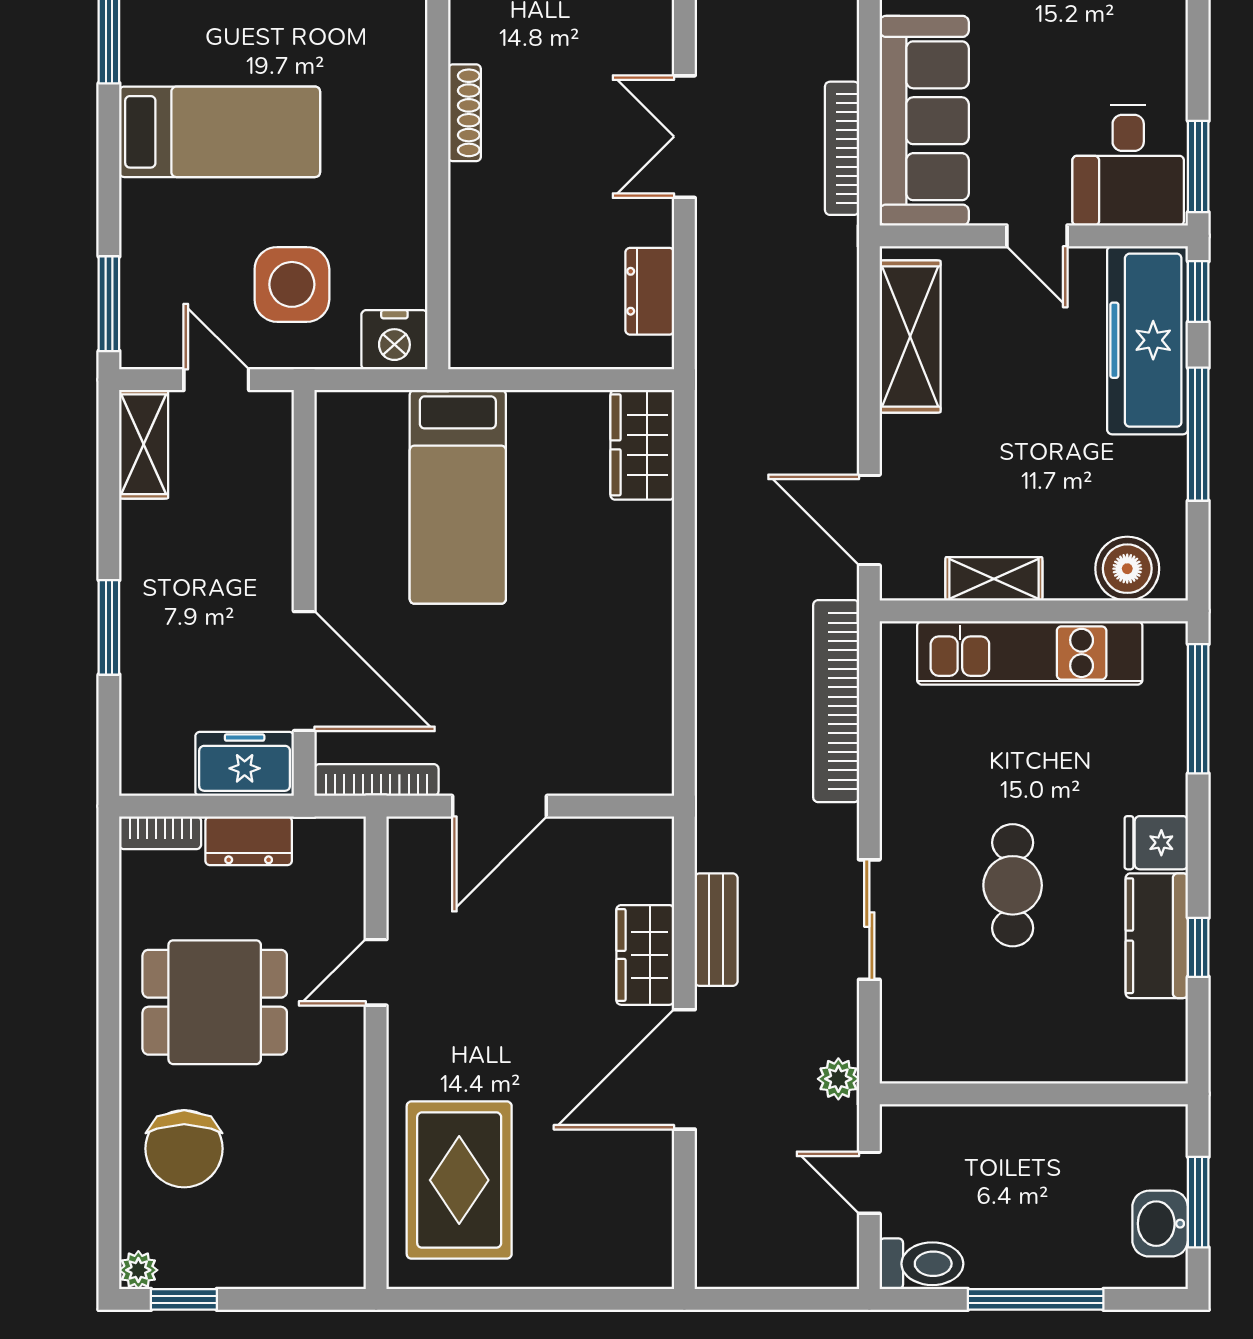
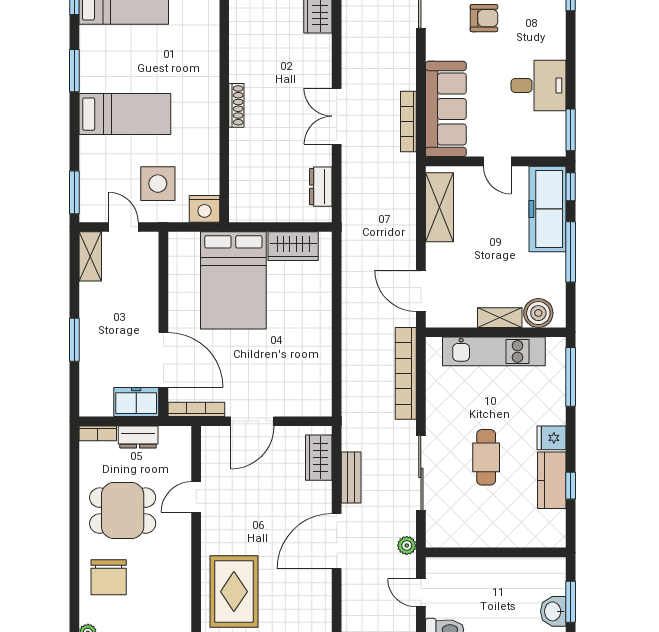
desk: (1128, 165) -> (539, 85), moved, turned -90
wardrobe: (642, 445) -> (293, 246), moved, turned -90
bed: (458, 497) -> (233, 280), width x1.50
shelving: (994, 579) -> (500, 318), moved
sliding door: (869, 920) -> (421, 473), width x1.37
wardrobe: (645, 955) -> (319, 458), moved

